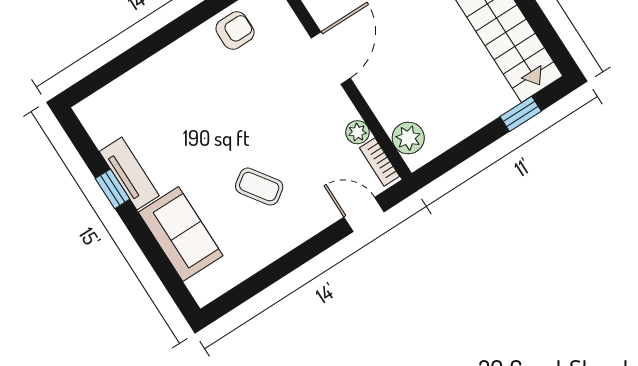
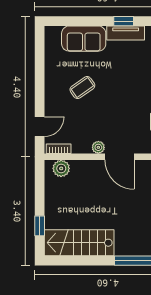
plant: (357, 132) -> (98, 147), moved

